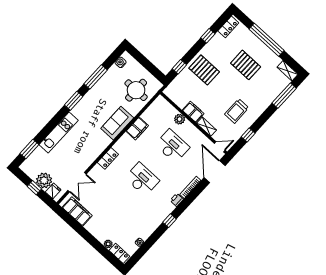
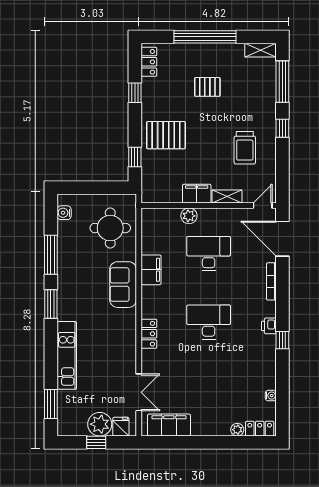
pallet: (246, 65) -> (207, 87), width x0.67, depth x0.71
window: (248, 135) -> (282, 128), moved
printer: (177, 200) -> (269, 326), moved

